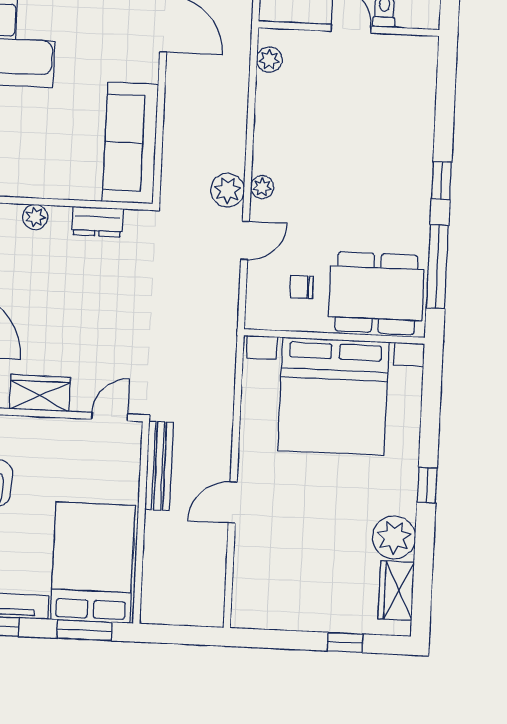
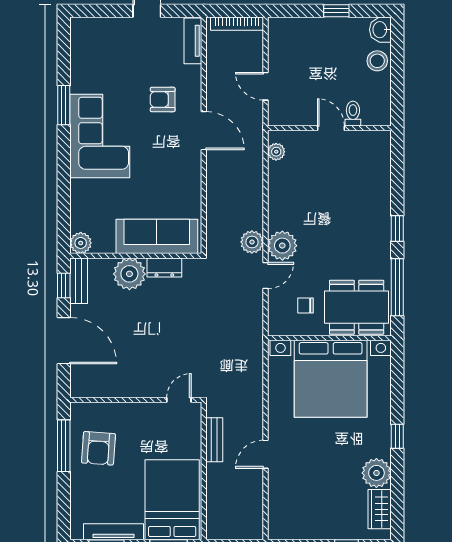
sofa: (130, 143) -> (157, 236), moved, turned 90
plant: (262, 187) -> (282, 246), width x1.88, depth x1.88
plant: (35, 217) -> (129, 274), width x1.88, depth x1.88
wardrobe: (40, 393) -> (131, 386), removed
bench: (159, 466) -> (214, 440), width x0.73

